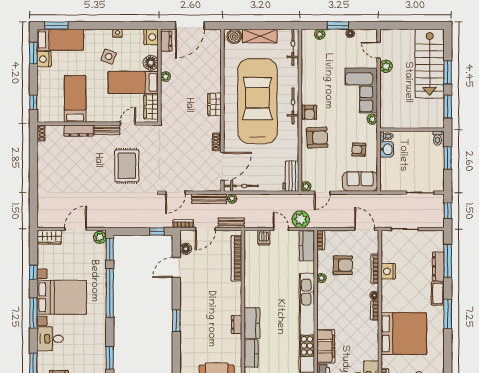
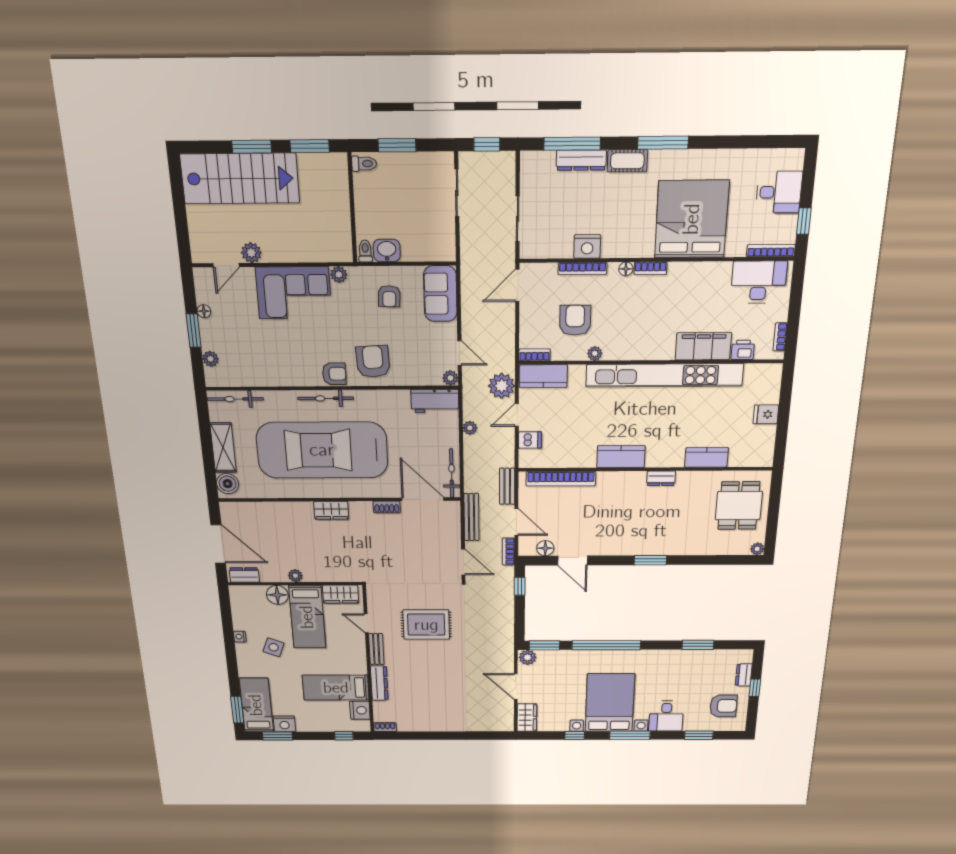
nightstand: (151, 37) -> (360, 710), moved, turned 90
plant: (232, 199) -> (470, 428), moved
kitchen counter: (252, 323) -> (621, 457), moved

